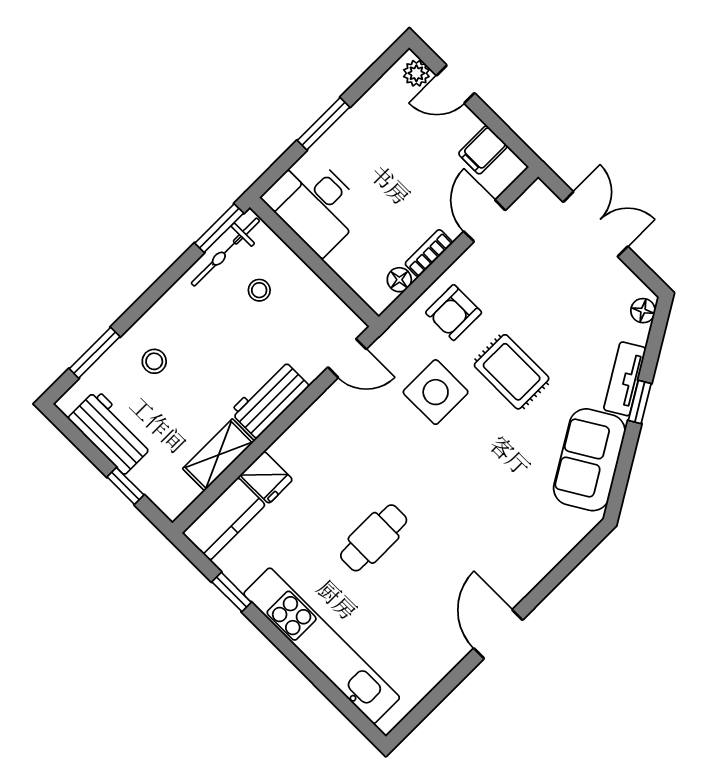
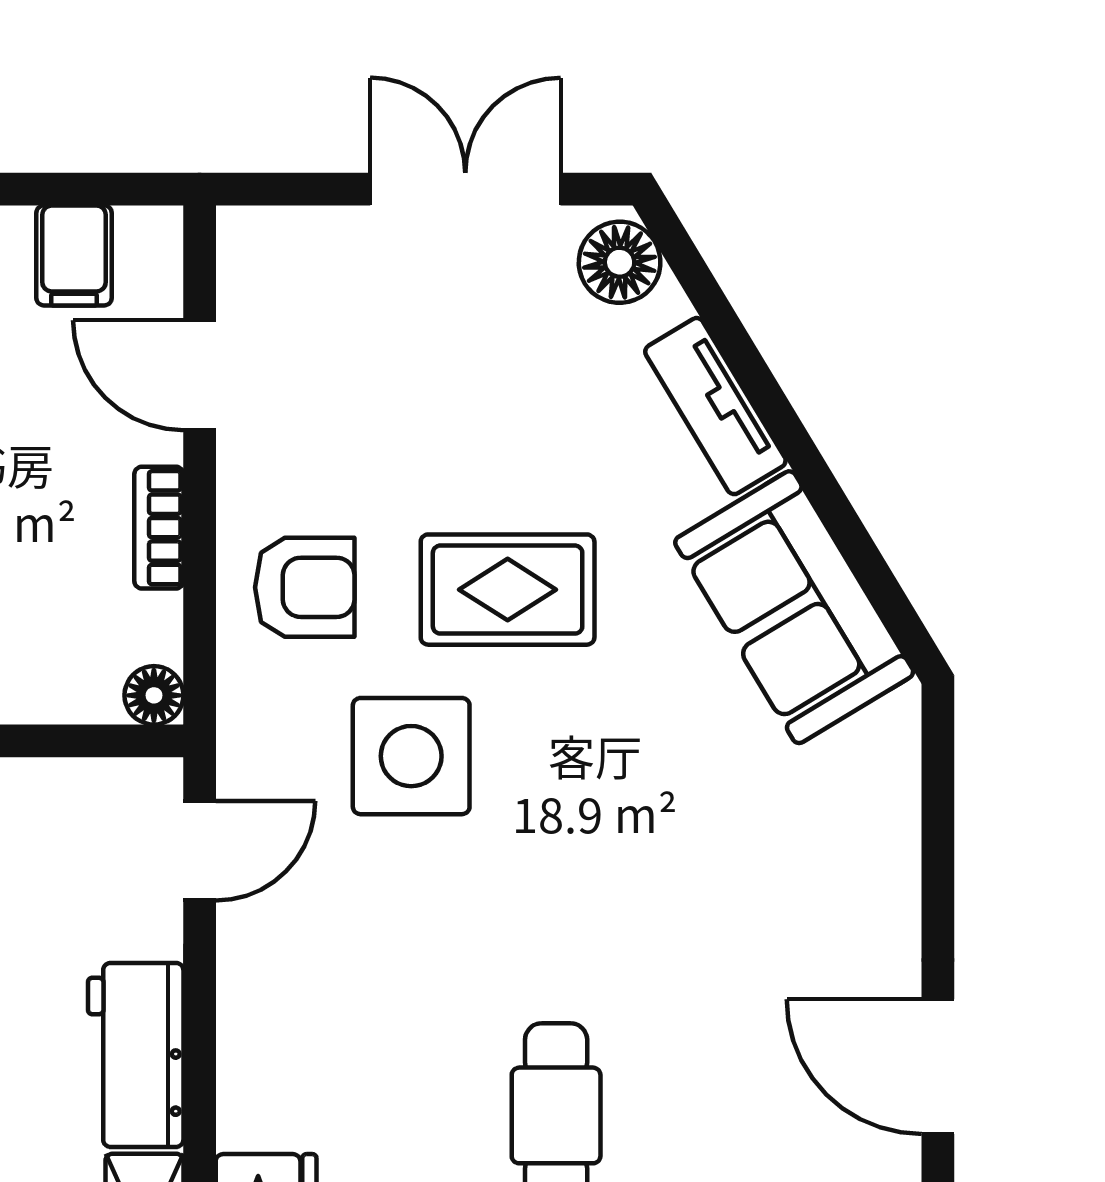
double door: (595, 224) -> (465, 189), moved
floor lamp: (399, 280) -> (154, 695), moved
floor lamp: (643, 311) -> (620, 262), width x1.37, depth x1.37
armchair: (454, 313) -> (305, 587), turned -90
window: (640, 402) -> (781, 420), removed

